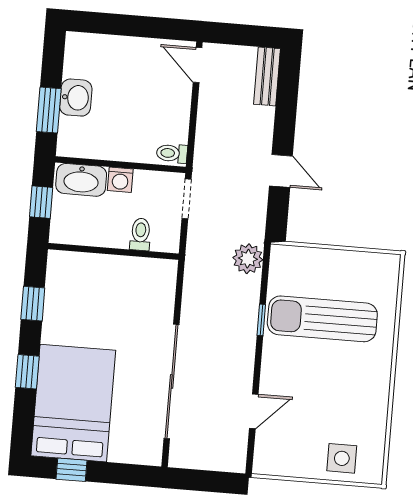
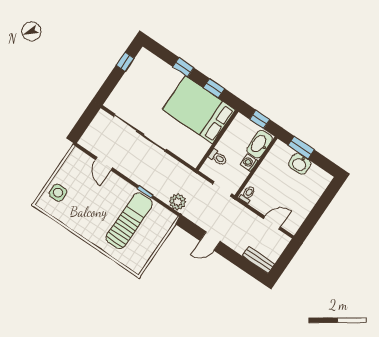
door: (198, 65) -> (272, 223), moved
bed: (73, 403) -> (199, 110), moved, turned 180

